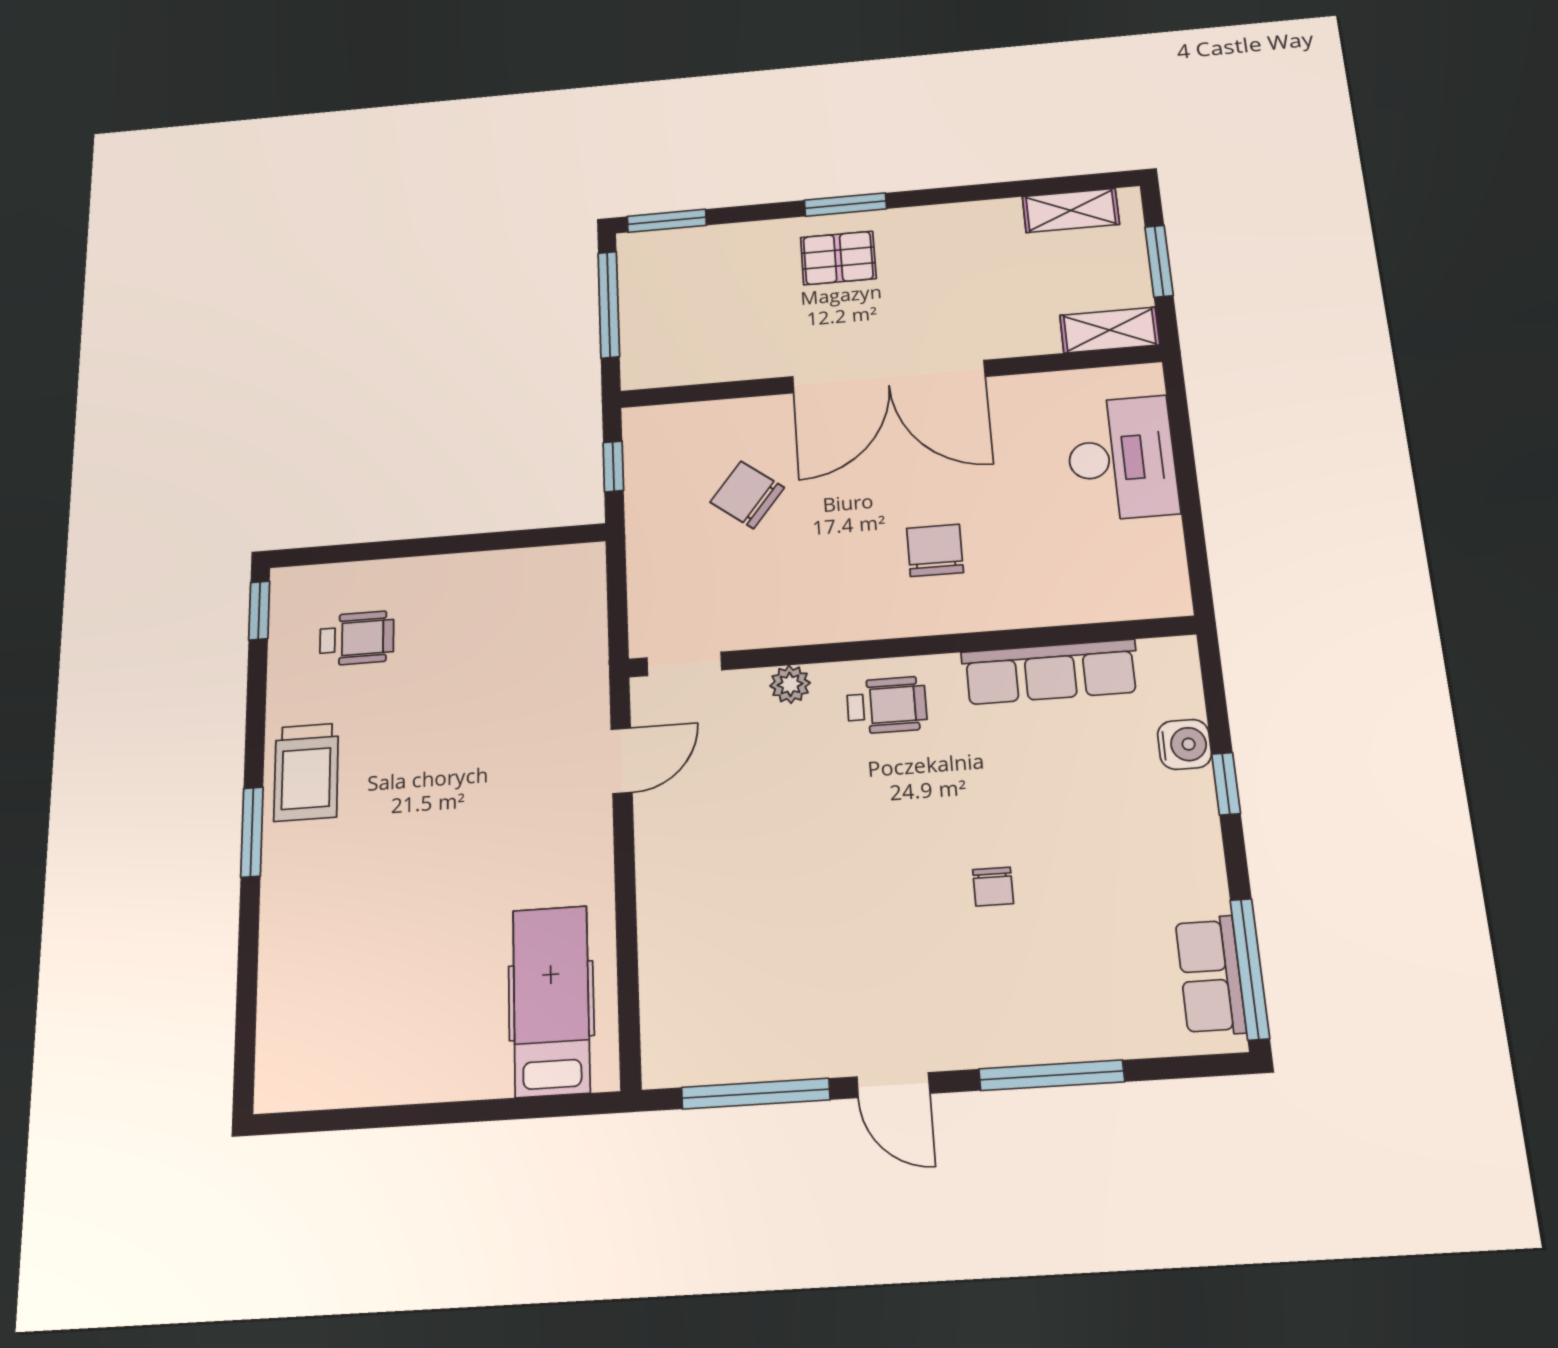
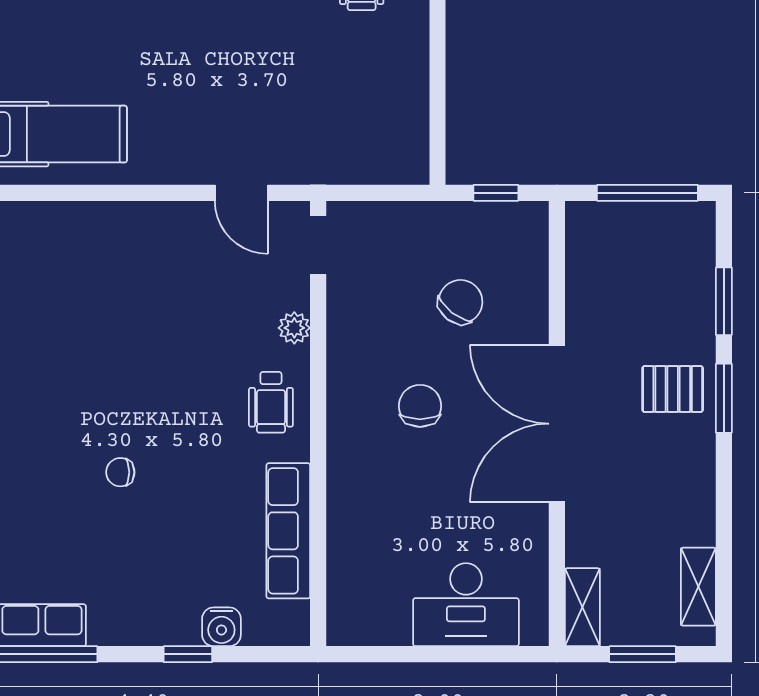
window: (667, 221) -> (724, 301), moved
pallet: (838, 258) -> (673, 389), turned 90
chair: (935, 550) -> (420, 406), moved, turned -90

